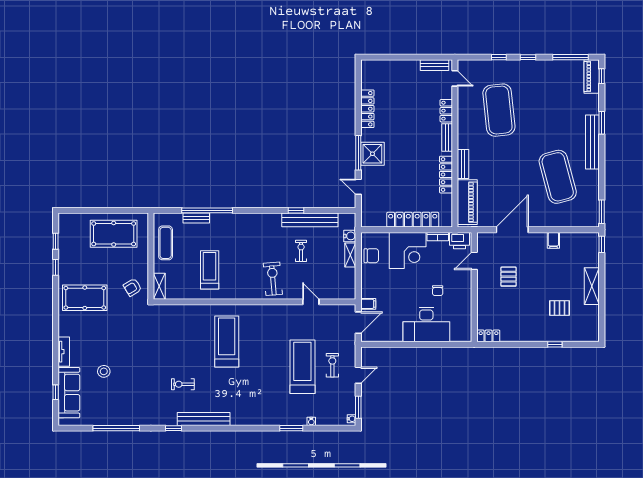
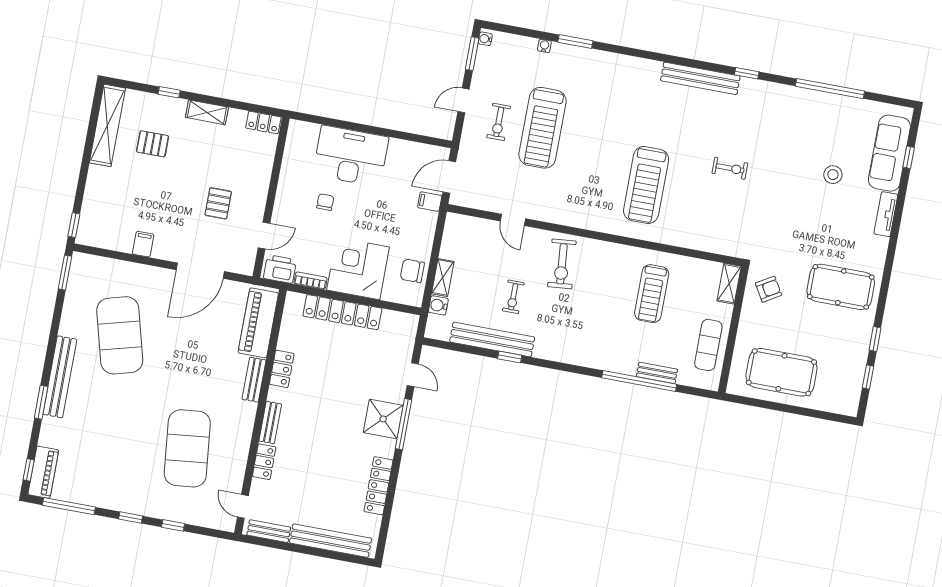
bench: (392, 66) -> (331, 541), added
locker: (446, 175) -> (282, 369), width x0.66
shelving: (592, 286) -> (107, 125), moved, width x1.47
shelving: (527, 336) -> (207, 112), added
exercise bike: (183, 384) -> (730, 168), moved

